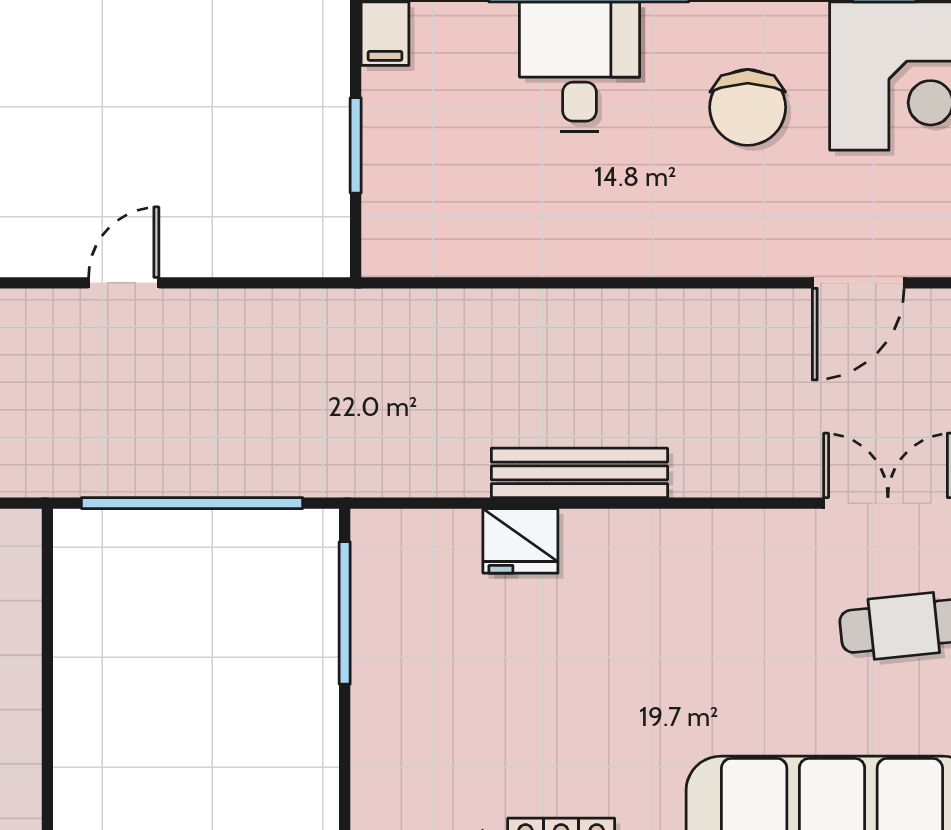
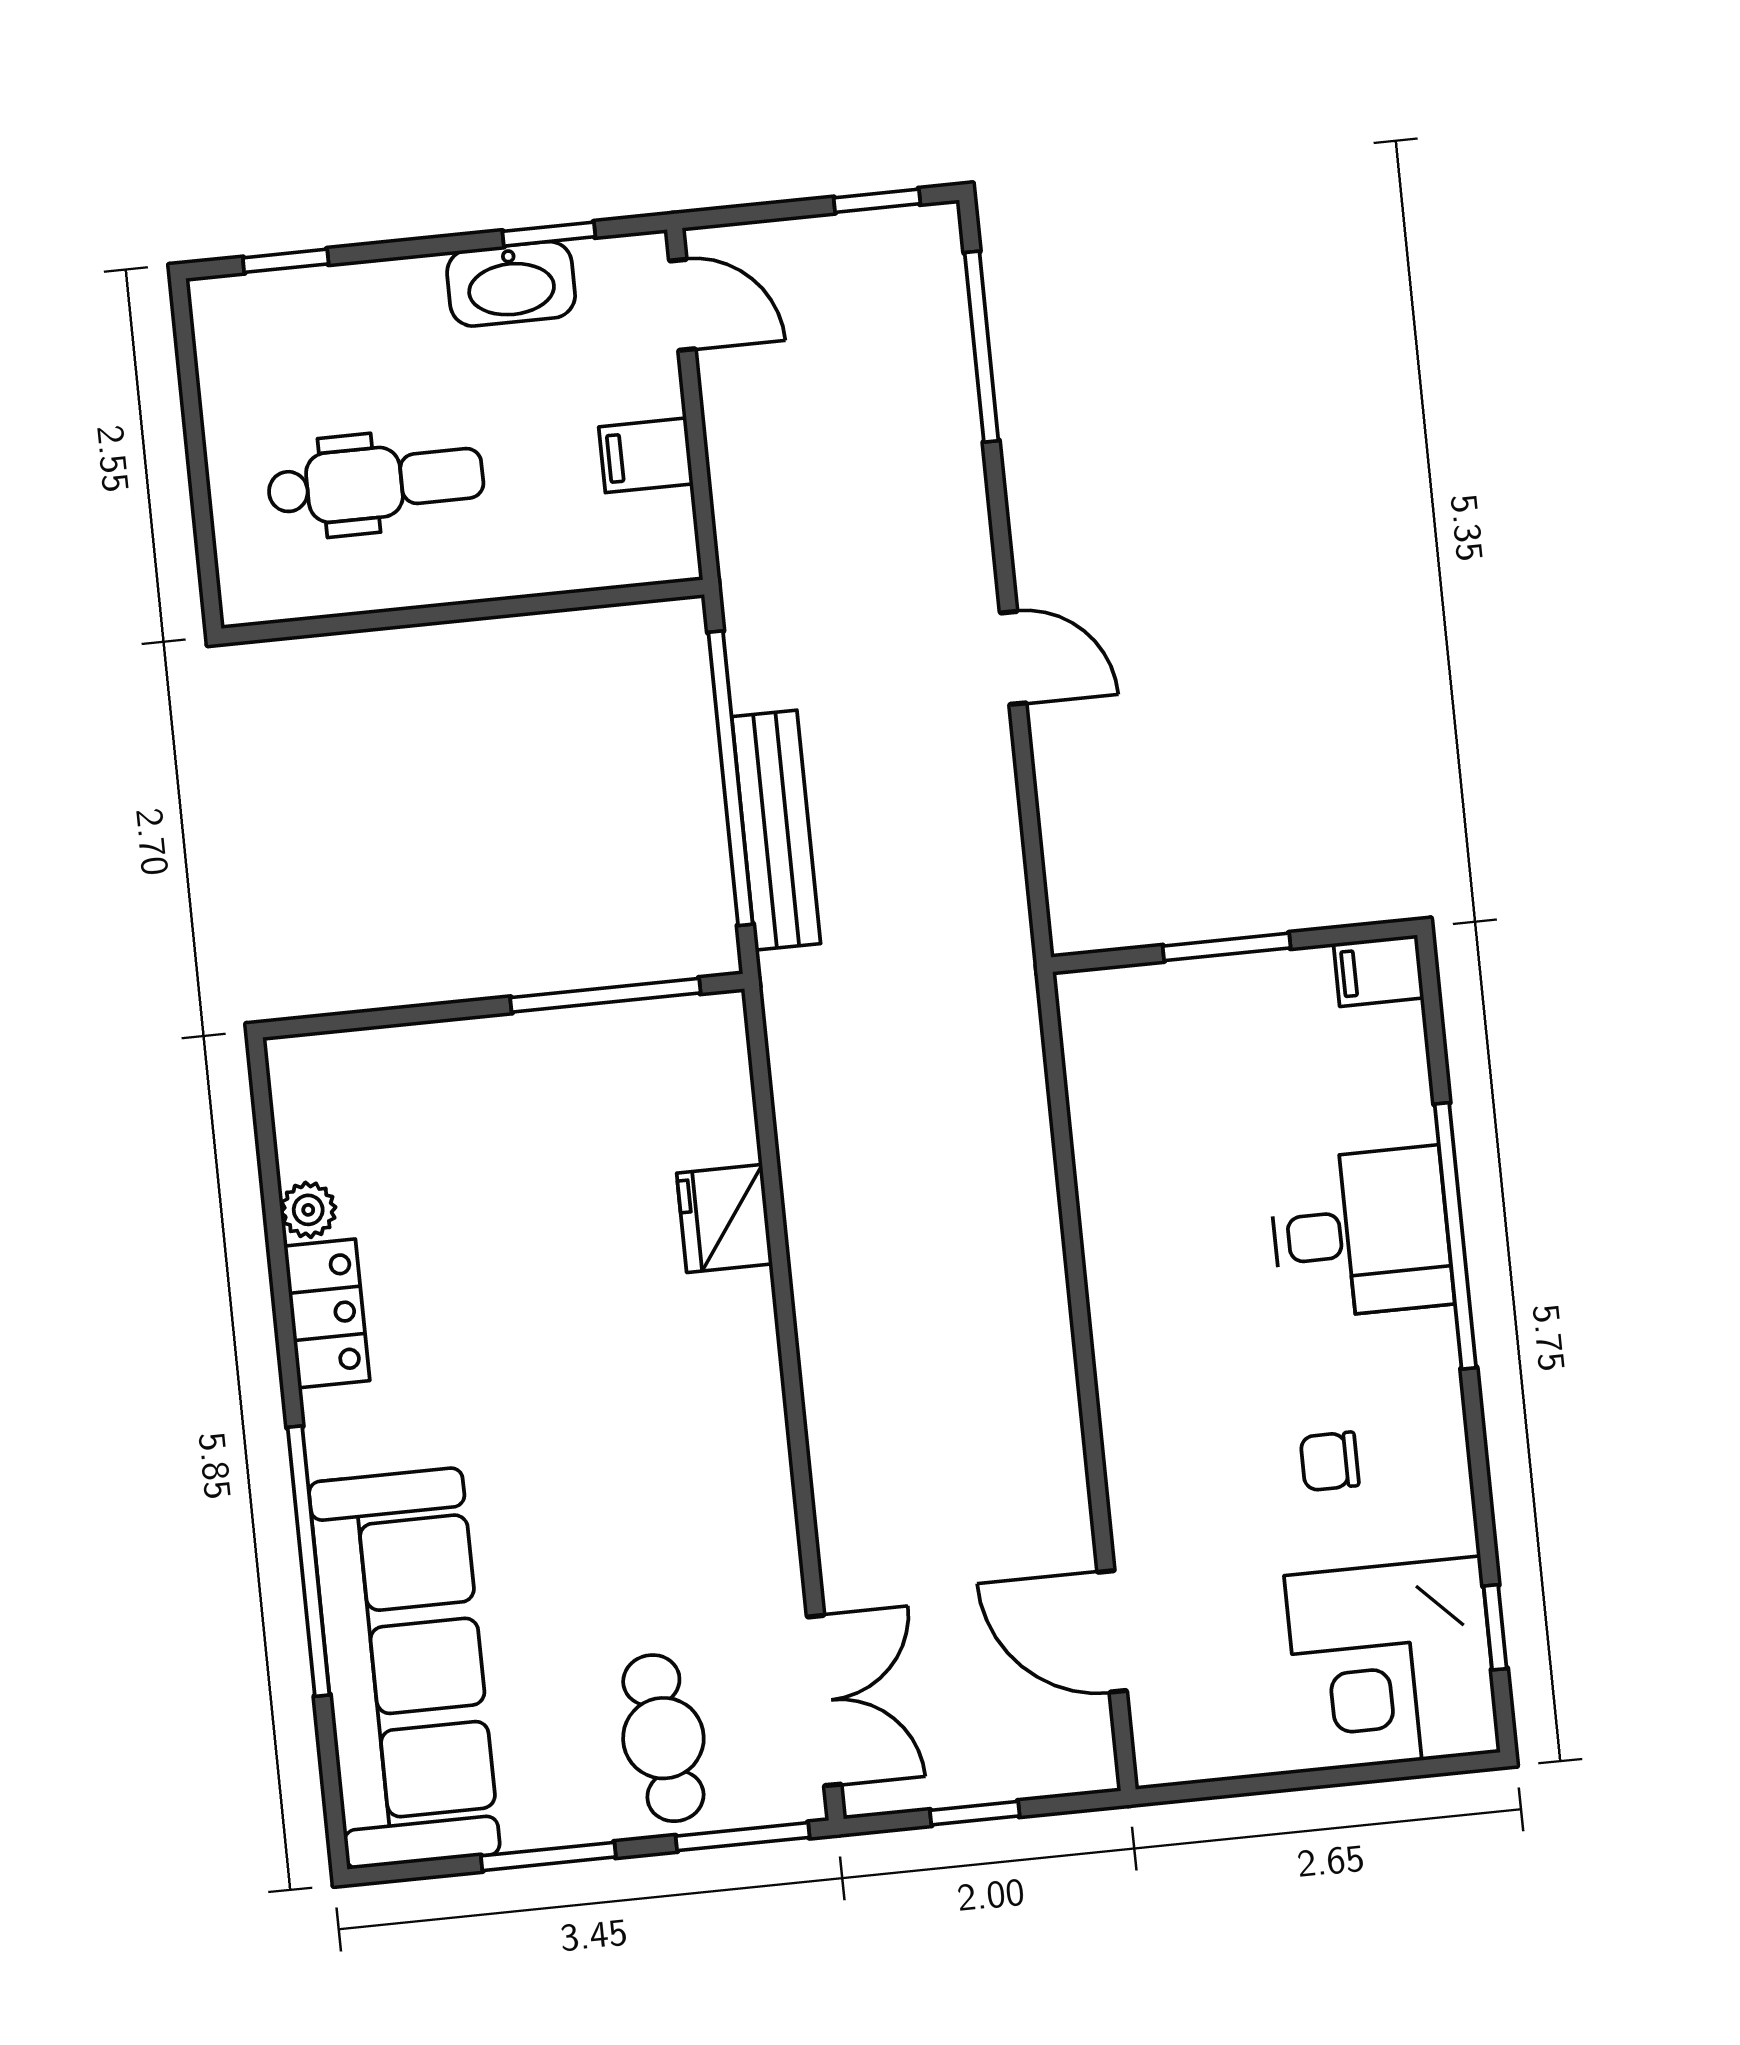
chair: (748, 107) -> (1330, 1461), width x0.54, depth x0.54
bench: (579, 473) -> (776, 830), moved

